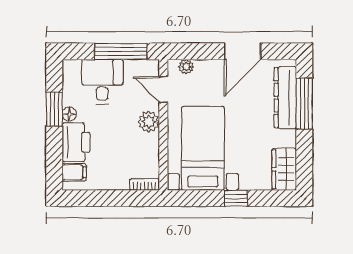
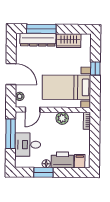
door: (243, 51) -> (11, 74), moved
plant: (149, 122) -> (62, 118), moved
wardrobe: (284, 169) -> (69, 41), moved

